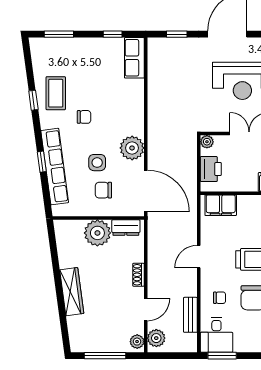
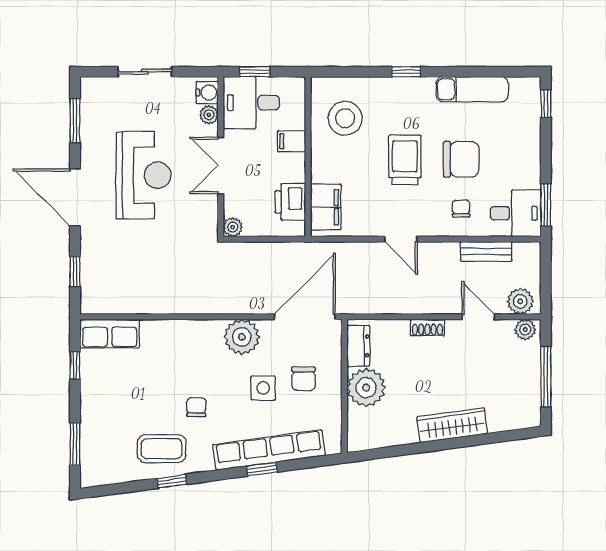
printer: (211, 169) -> (290, 202), moved, turned -90

